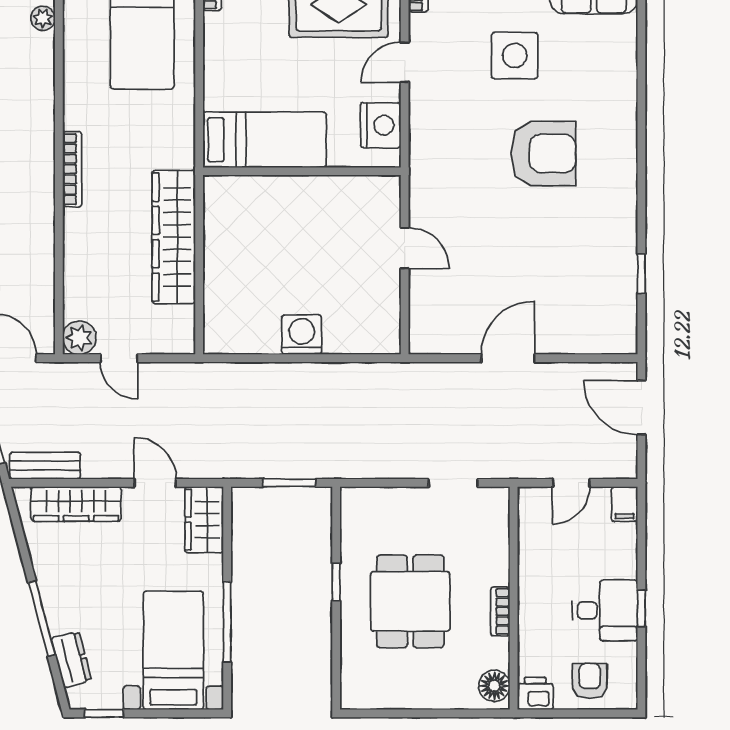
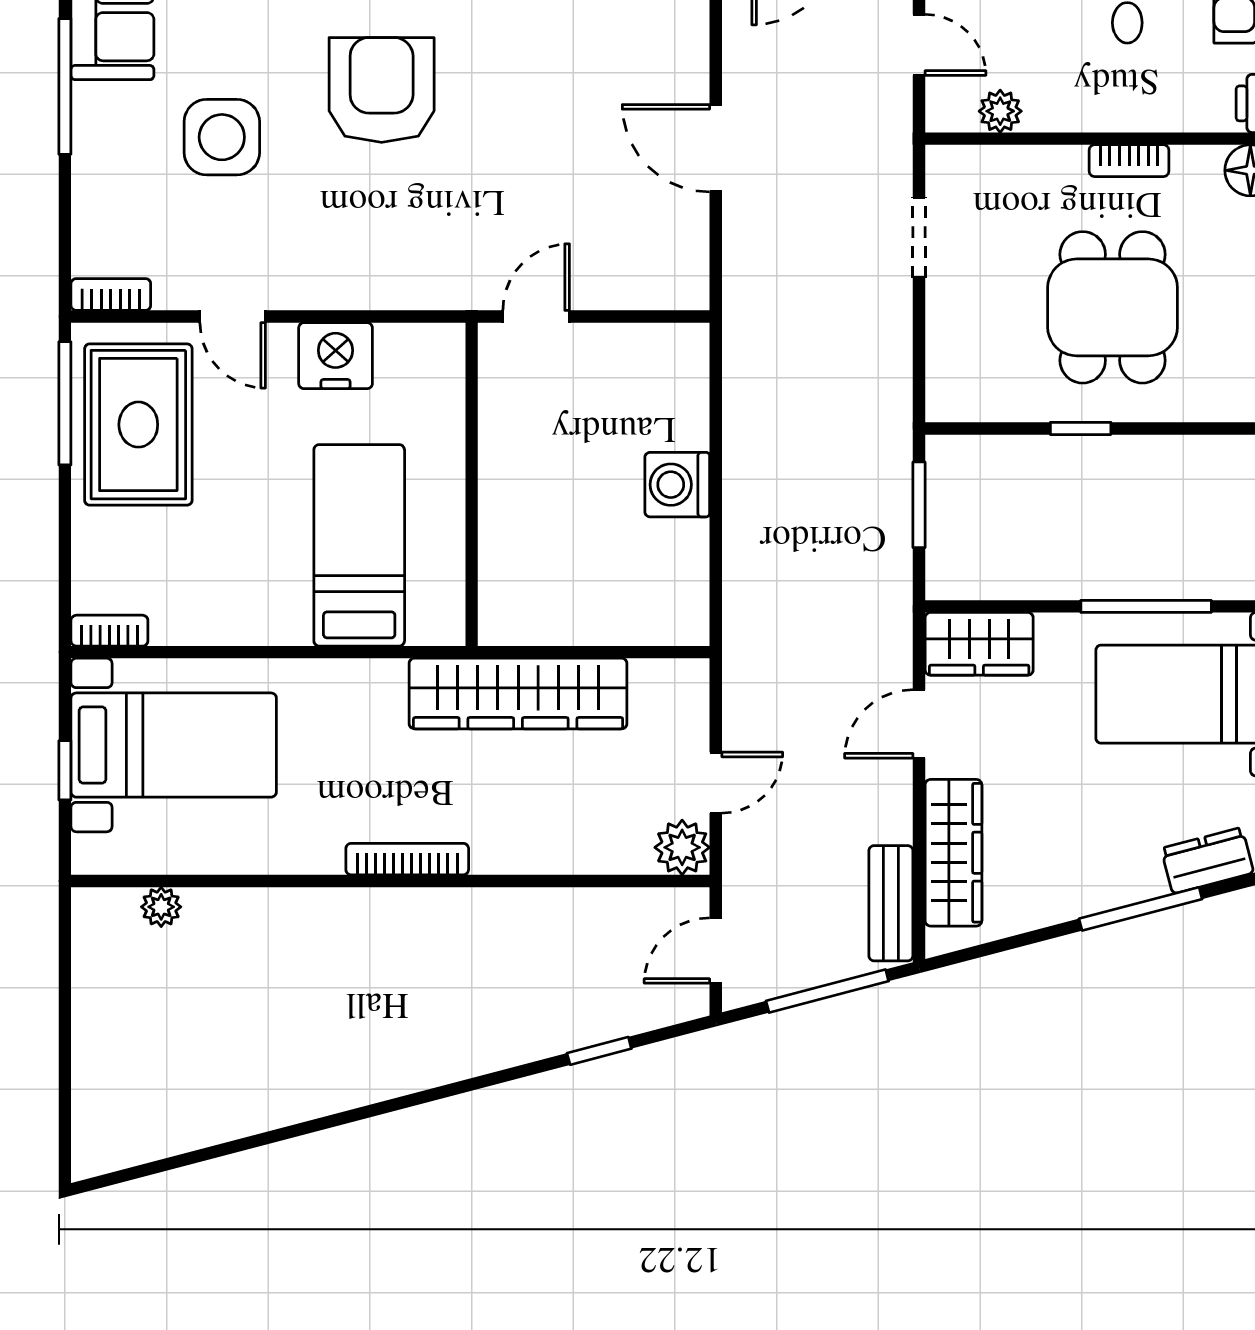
wall: (302, 171) -> (472, 484), moved
plant: (531, 533) -> (1000, 111), added
dining table: (410, 601) -> (1113, 307), turned 90

